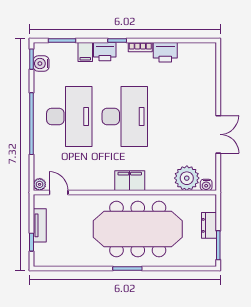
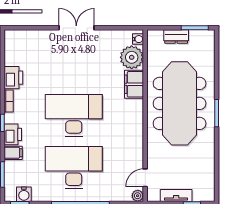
double door: (218, 134) -> (76, 28), moved
filing cabinet: (130, 181) -> (134, 84), moved

